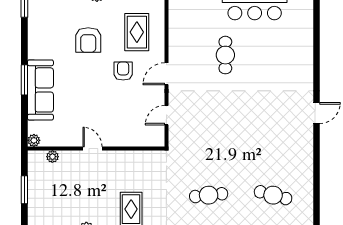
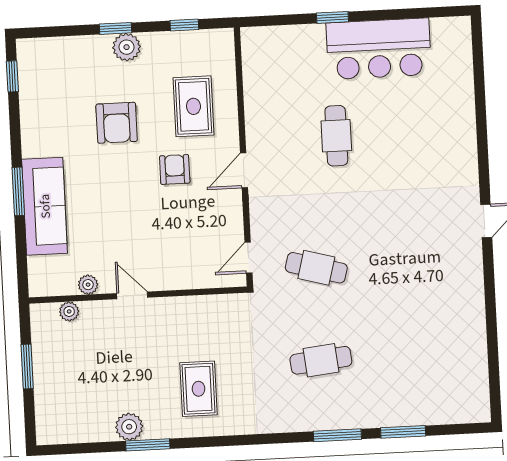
door: (166, 115) -> (248, 258), moved
plant: (34, 140) -> (88, 285), moved
cafe table: (273, 195) -> (316, 268), moved

